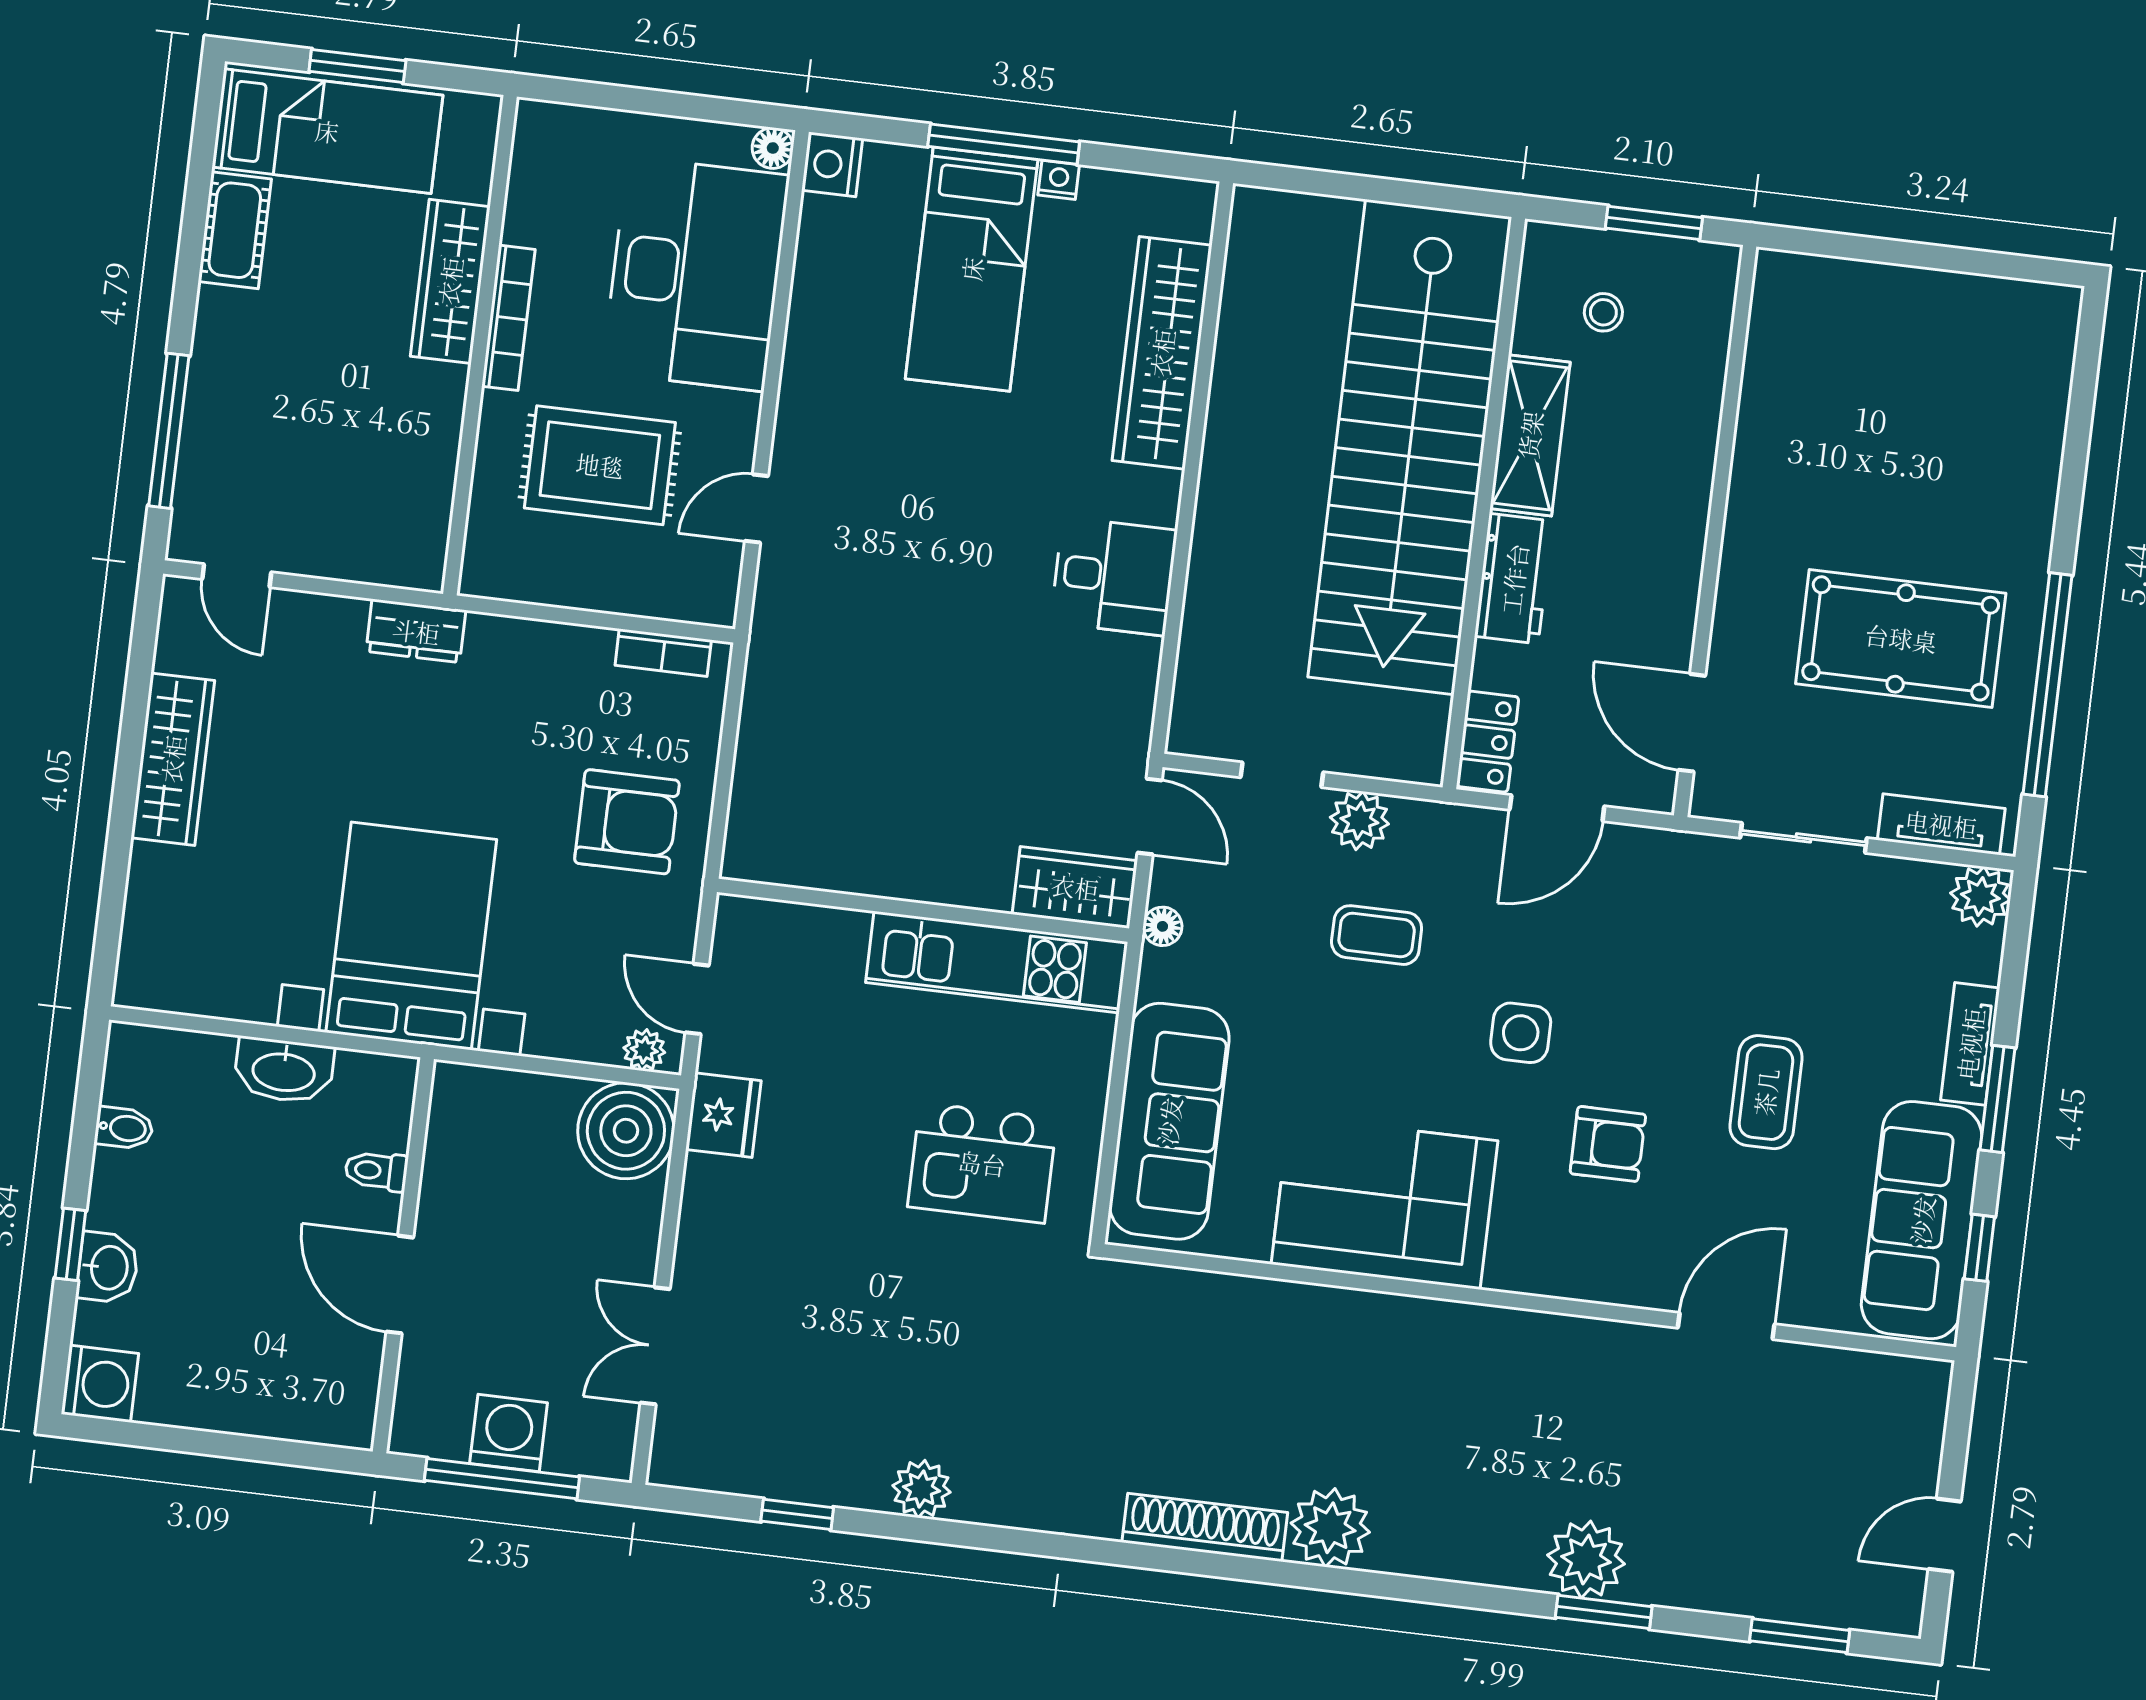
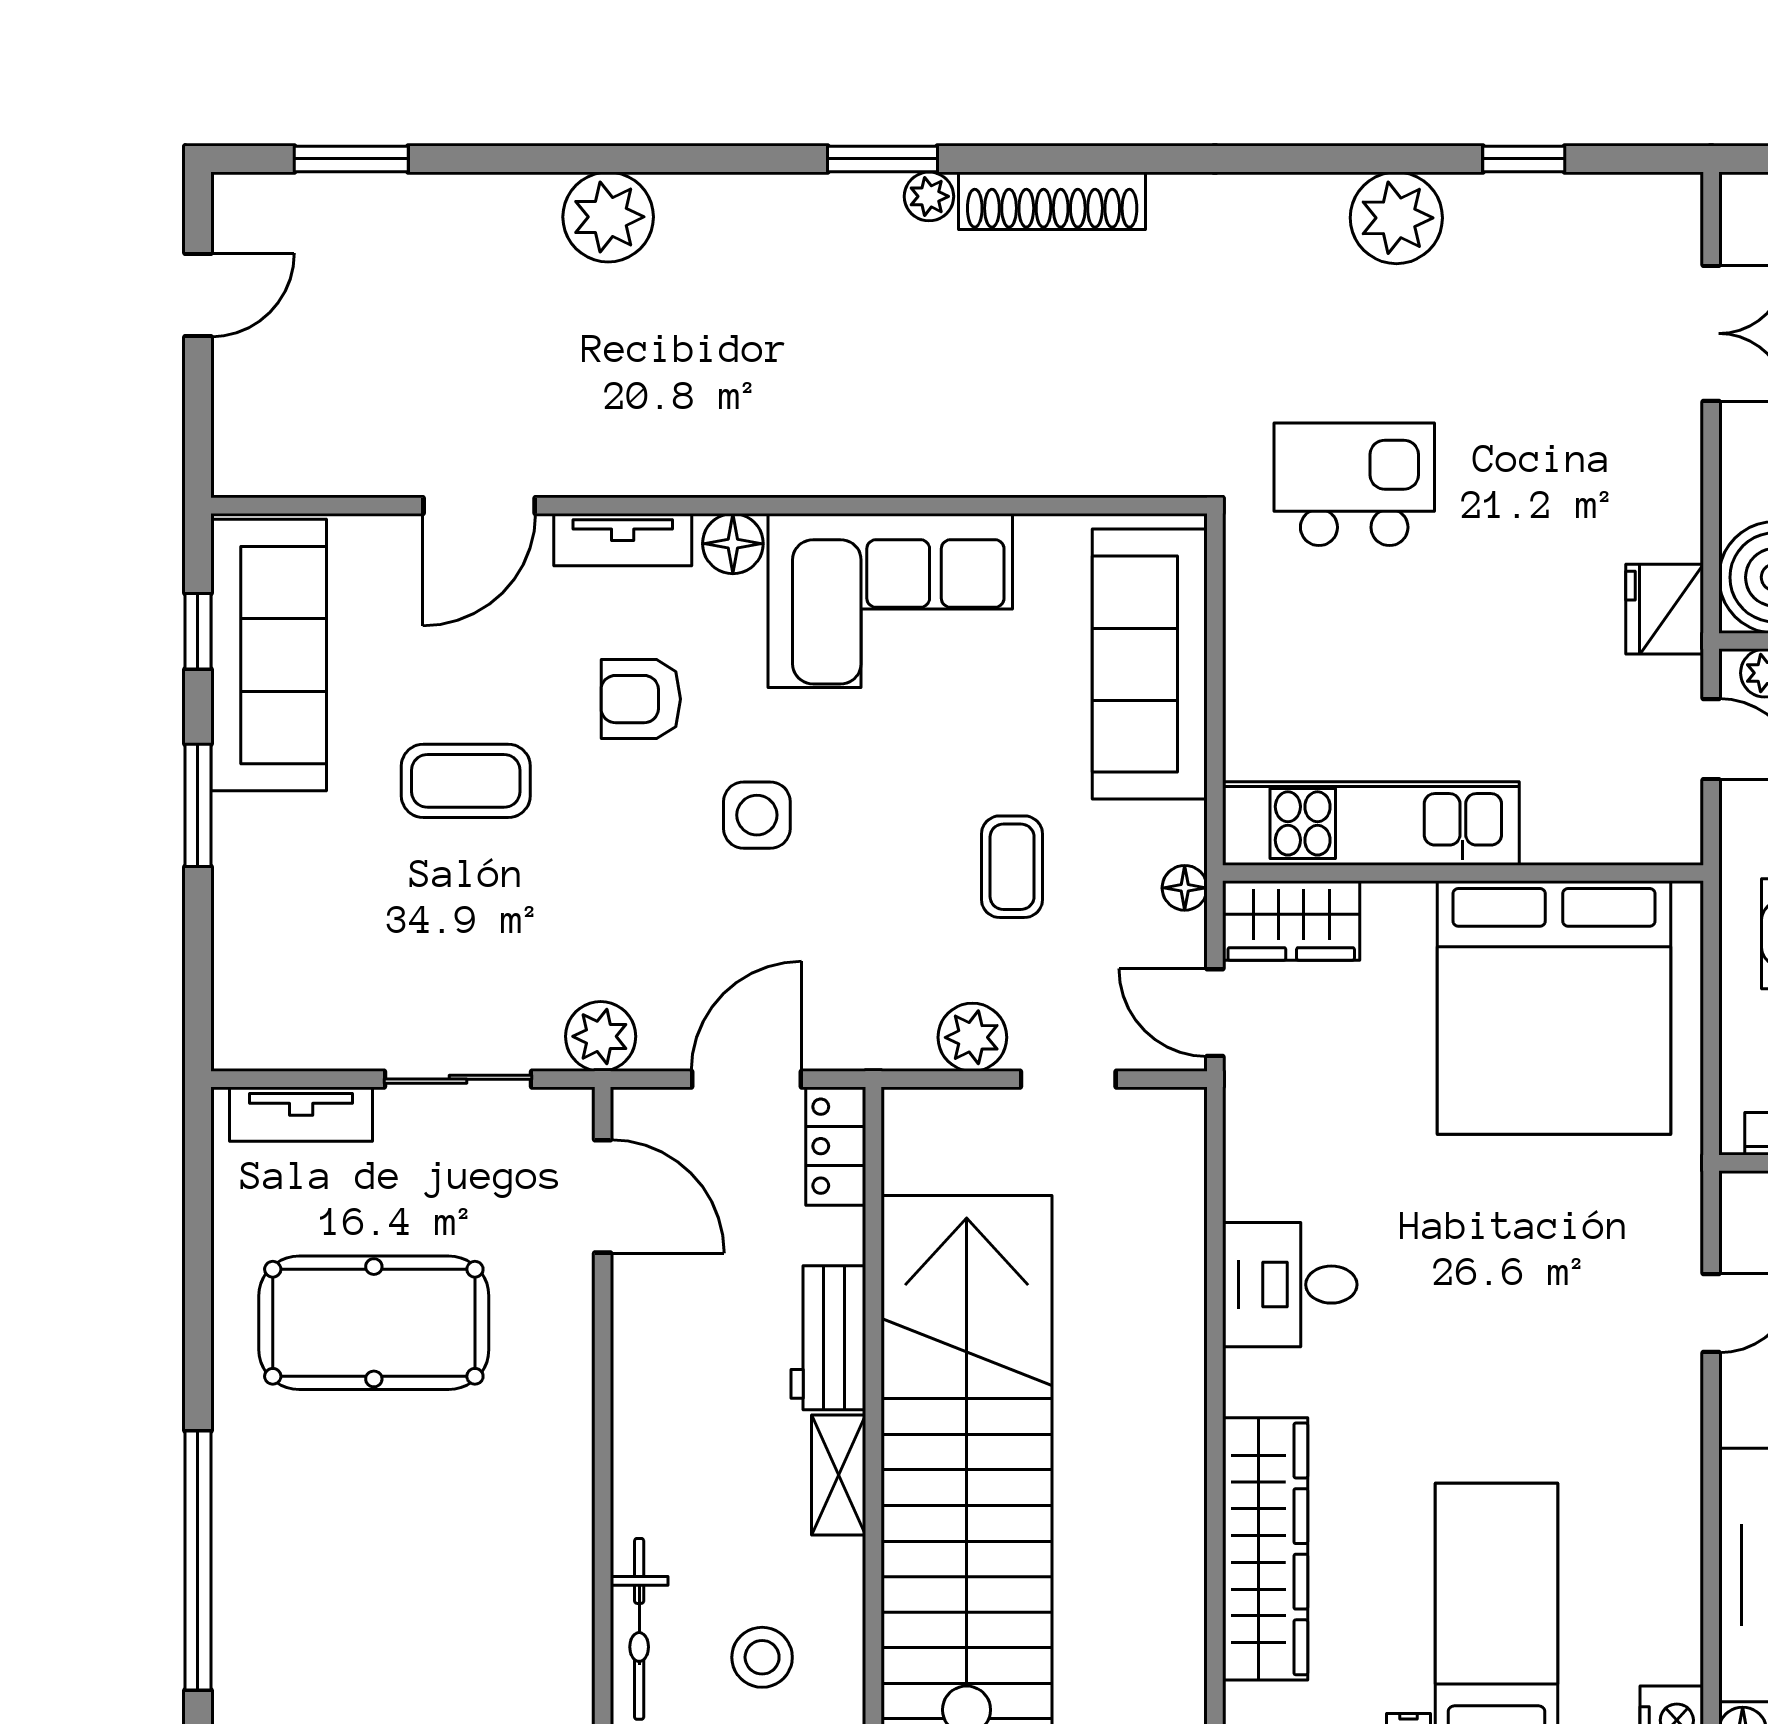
stool: (1603, 312) -> (762, 1657), width x1.37, depth x1.37
bicycle: (1706, 349) -> (639, 1629), added
shelving: (1530, 435) -> (839, 1475), width x0.67, depth x0.75
window: (2048, 685) -> (198, 1561), moved
bed: (859, 786) -> (1554, 1008), added
plant: (1980, 896) -> (601, 1036), moved
coffee table: (1377, 935) -> (1012, 867), moved, turned 90
tv unit: (1970, 1044) -> (623, 540), moved, turned 90
coffee table: (1766, 1092) -> (466, 781), turned 90
kitchen island: (982, 1163) -> (1354, 484), moved
floor lamp: (1513, 1267) -> (733, 544), added
plant: (921, 1489) -> (1396, 218), width x1.36, depth x1.36
plant: (1330, 1528) -> (929, 196), width x0.53, depth x0.53
window: (1604, 1612) -> (883, 159), moved

